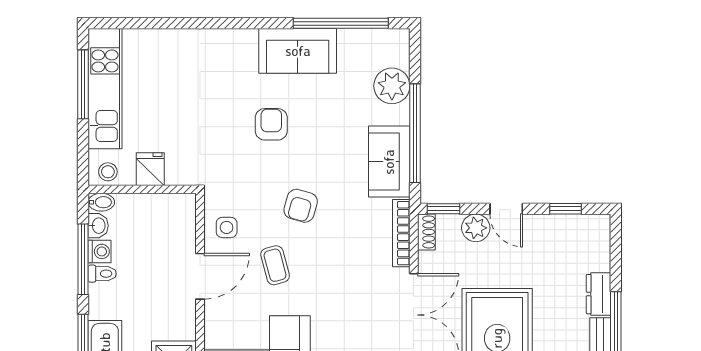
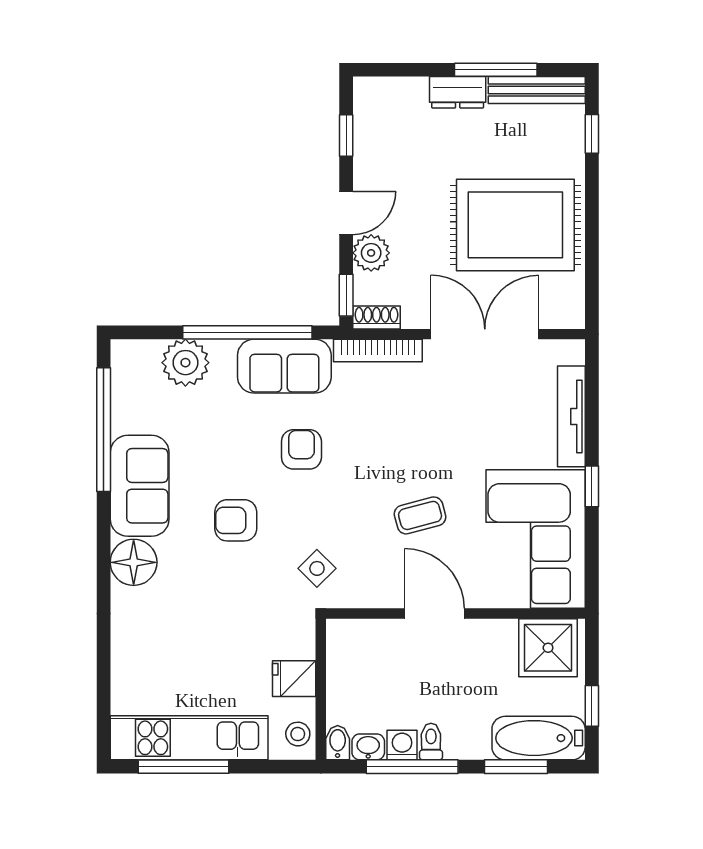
floor lamp: (239, 46) -> (134, 562), added
armchair: (301, 206) -> (301, 449), moved, turned -106
side table: (227, 227) -> (317, 568), moved, turned 45

